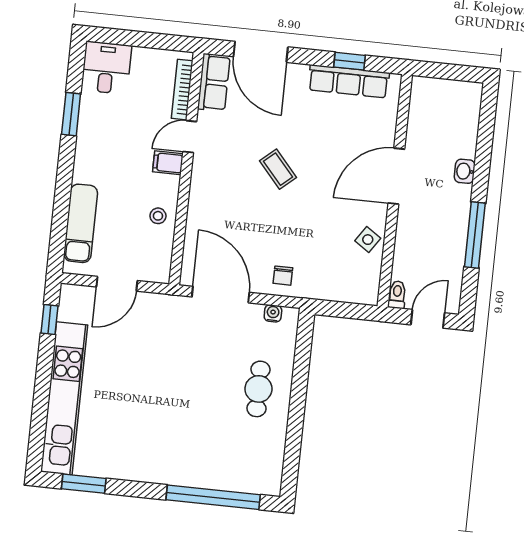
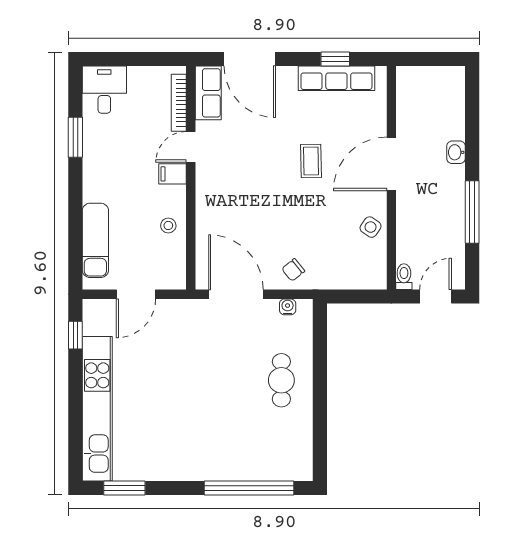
coffee table: (278, 169) -> (311, 161), moved, turned 40
chair: (283, 276) -> (293, 270), turned 51

